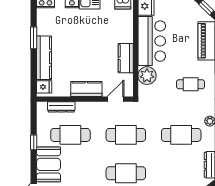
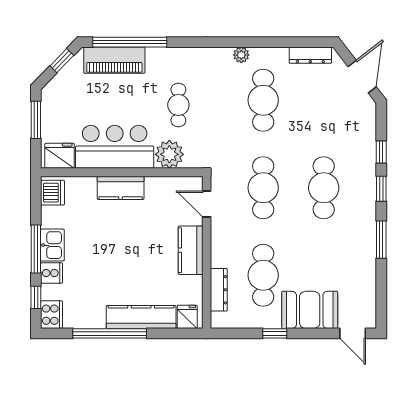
window: (34, 38) -> (110, 333), width x2.11
kitchen counter: (126, 58) -> (121, 188), moved
cafe table: (191, 84) -> (178, 105), moved

